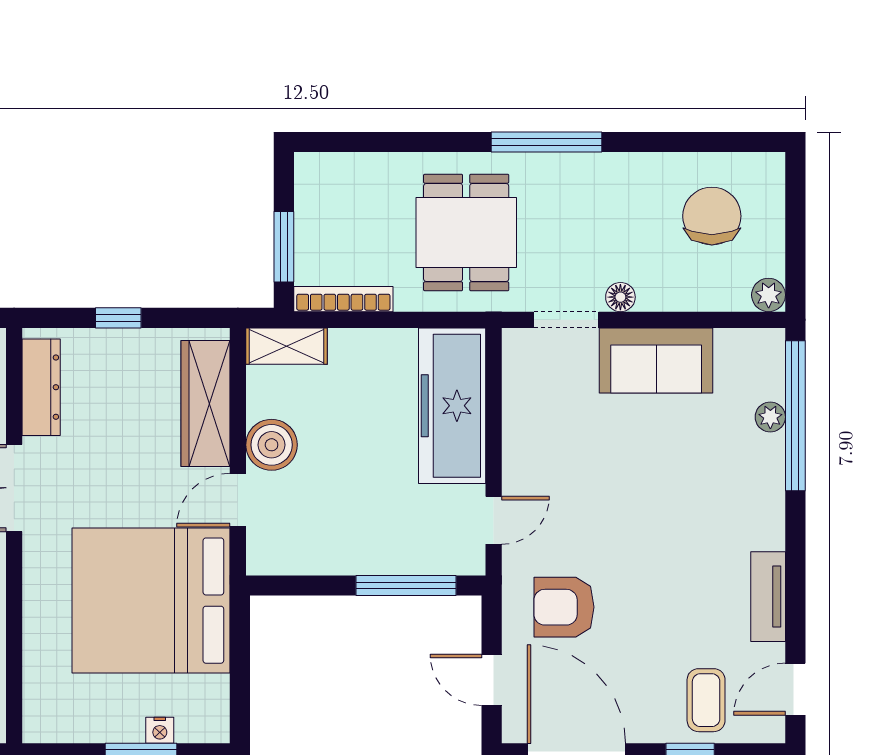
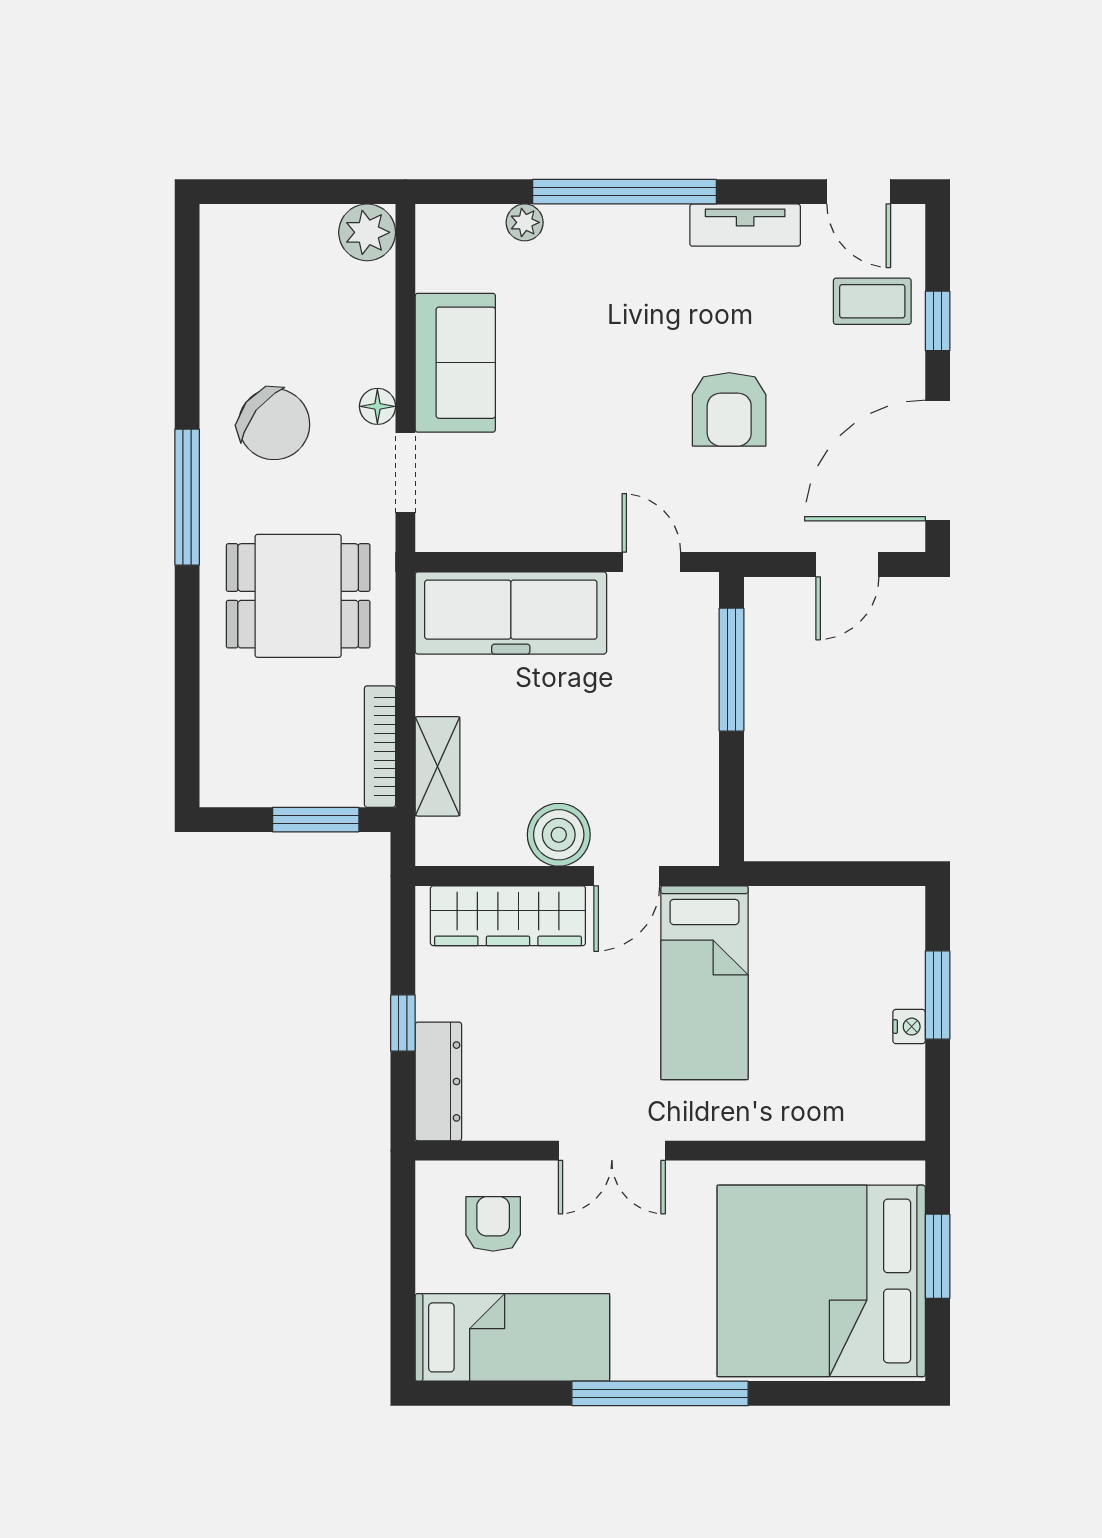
chair: (712, 216) -> (274, 424), moved, turned -142
plant: (769, 295) -> (367, 232), width x1.38, depth x1.38
shelving: (286, 346) -> (438, 766), moved
dresser: (41, 387) -> (438, 1081), moved, turned 90
window: (795, 416) -> (625, 192), moved
door: (238, 500) -> (627, 876), hinge flipped
bed: (151, 601) -> (704, 983), width x0.49
armchair: (564, 607) -> (729, 409), moved
nightstand: (160, 730) -> (909, 1027), moved

